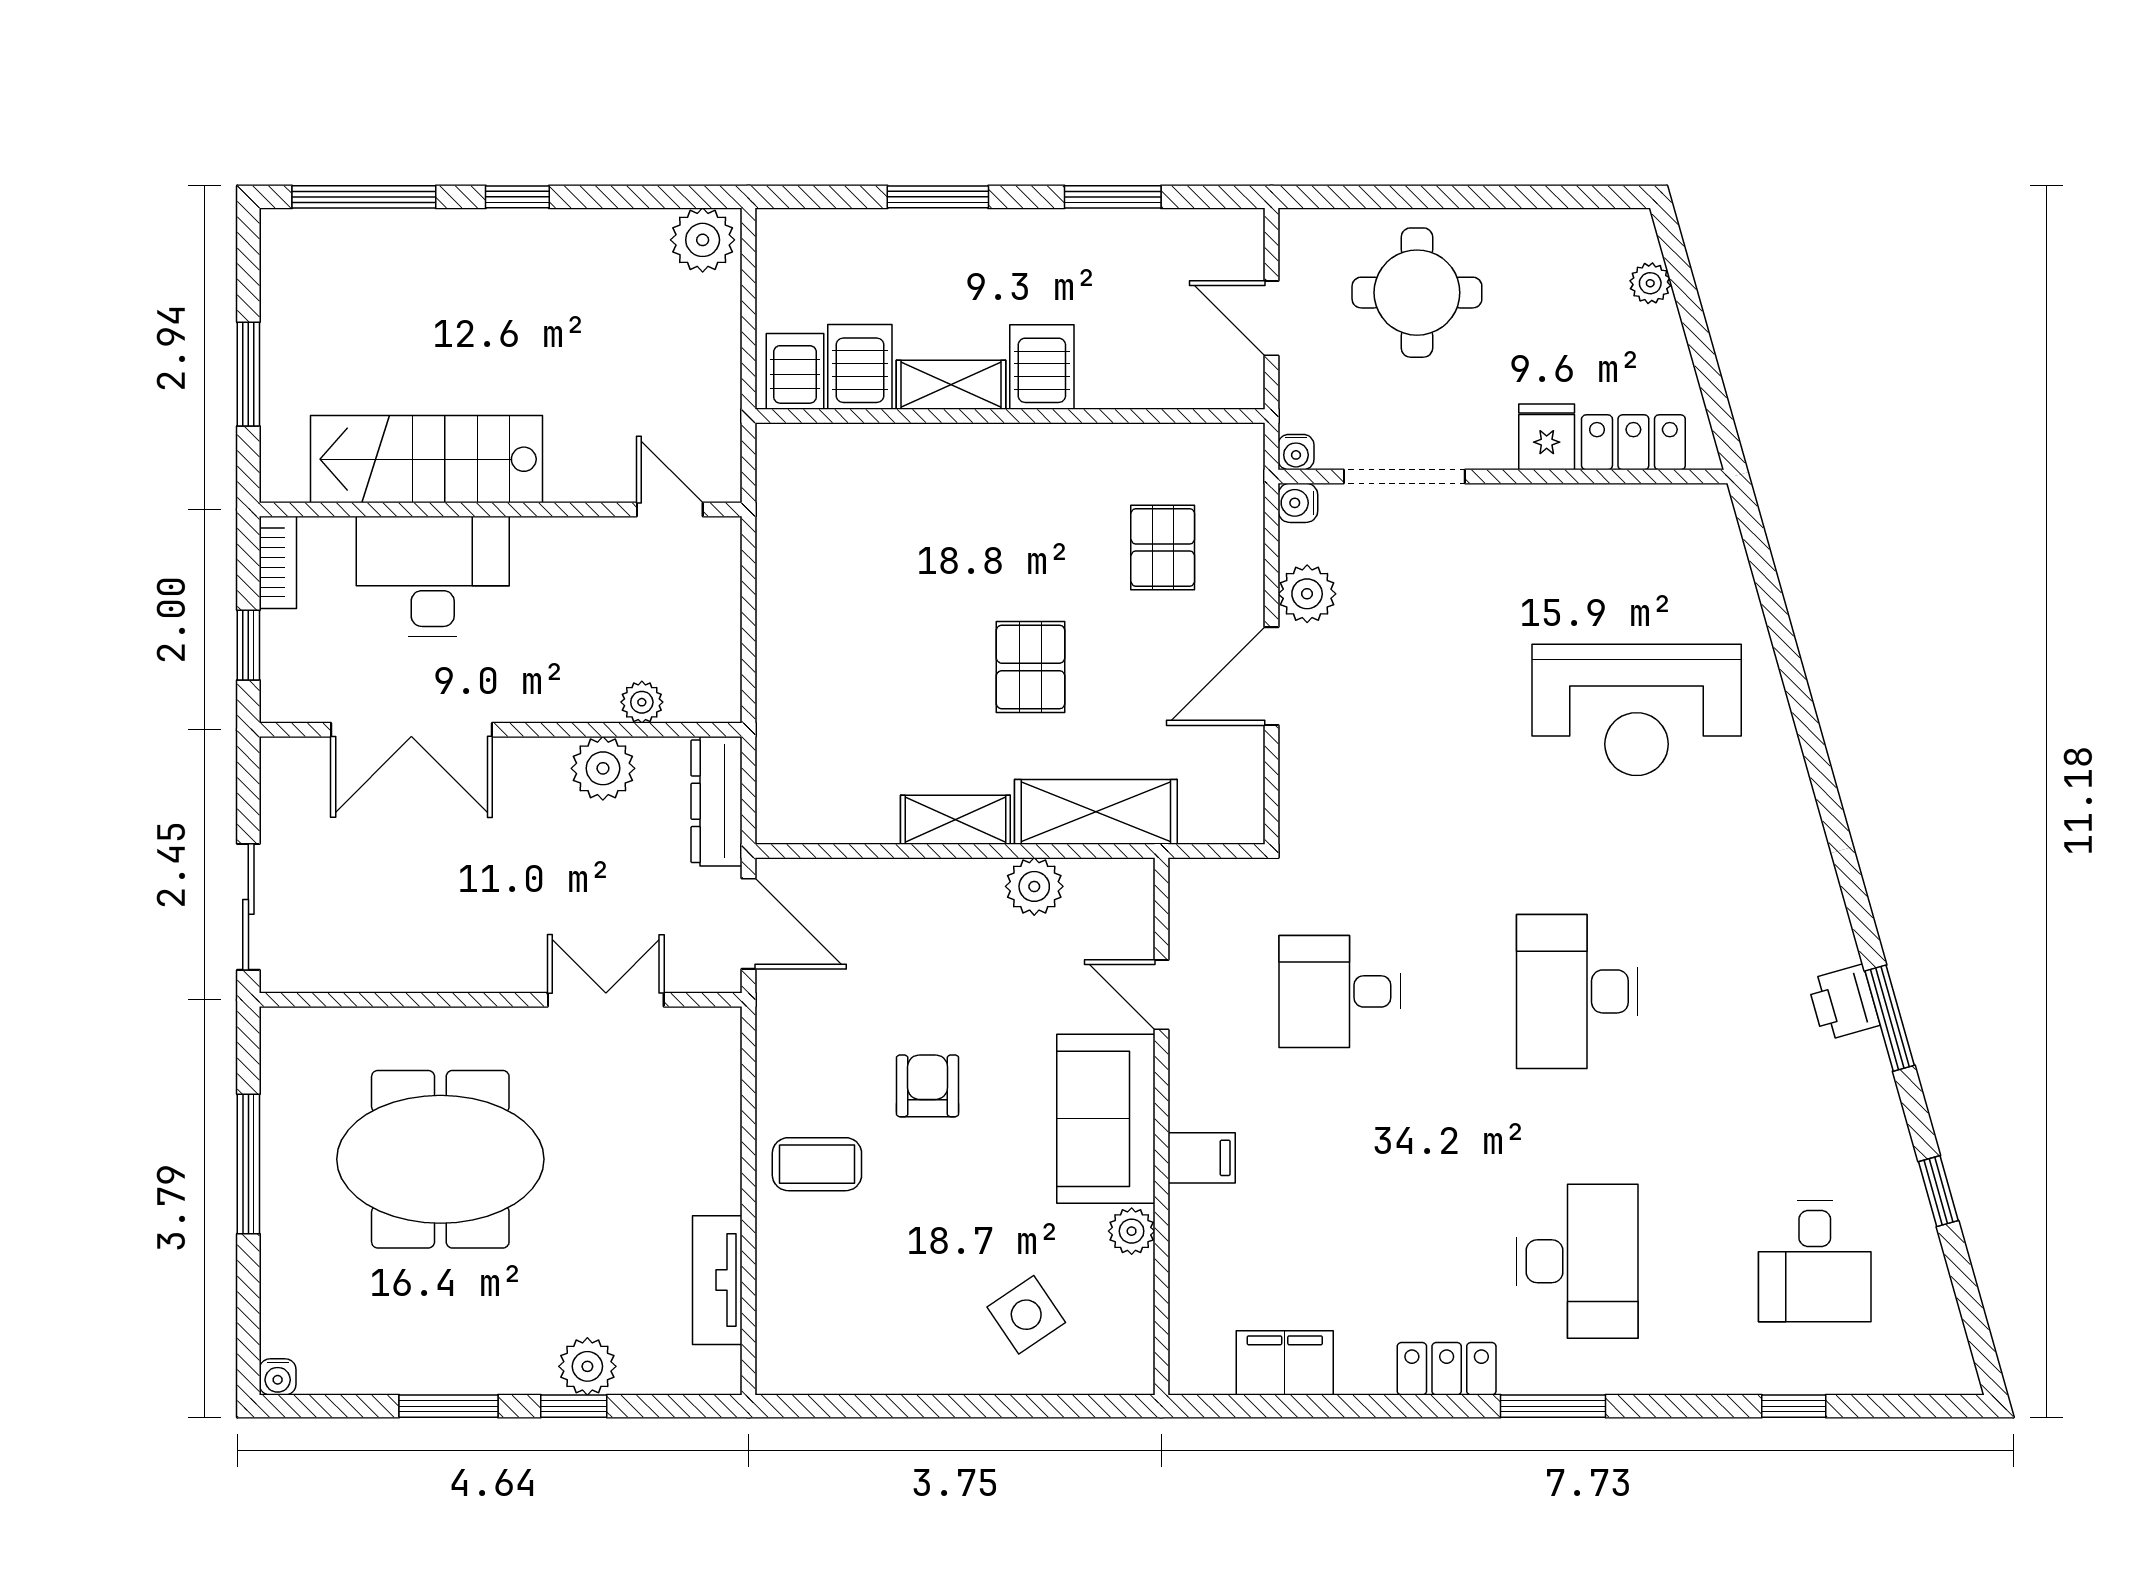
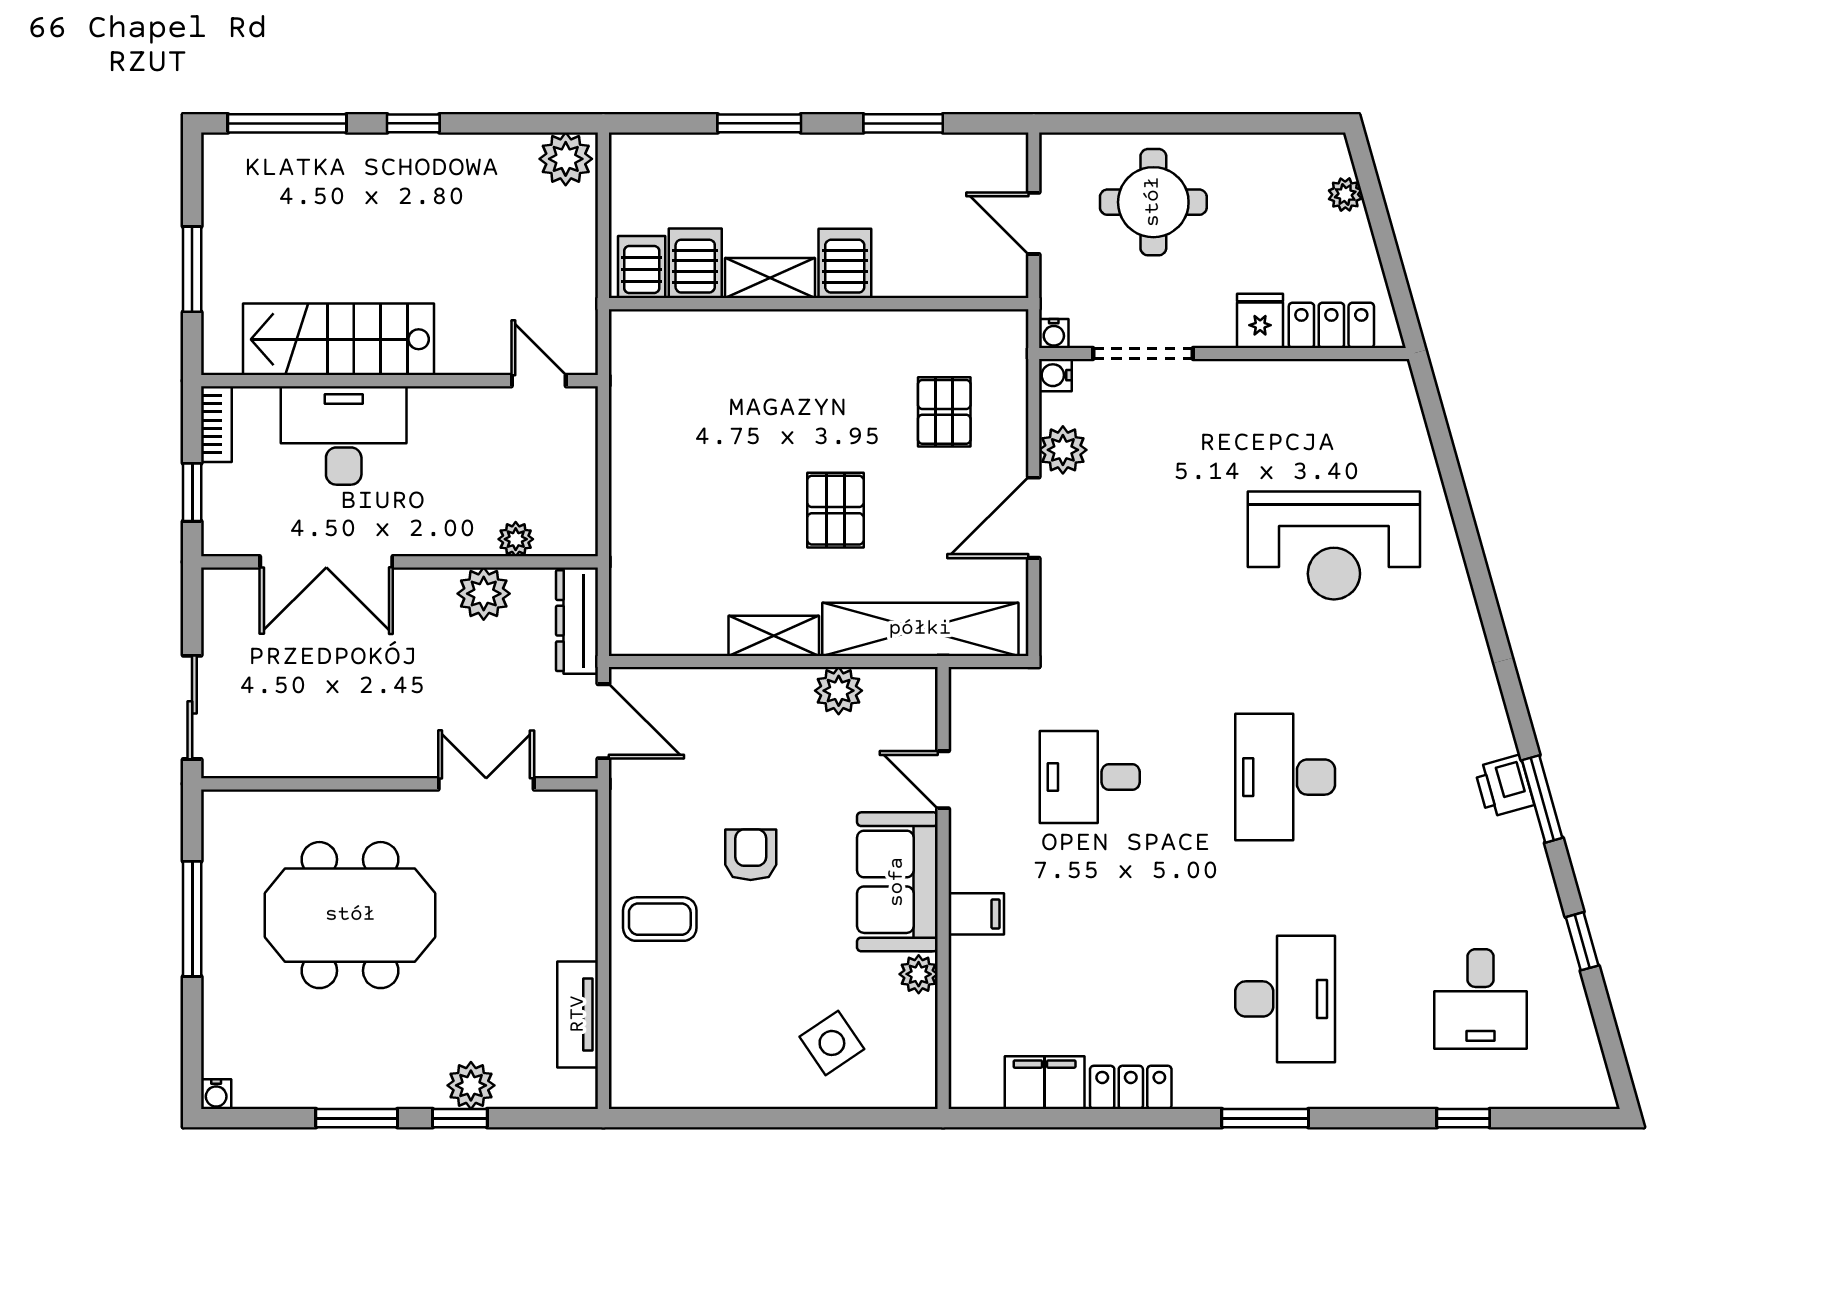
shelving: (1096, 812) -> (920, 629), width x1.47
locker: (1447, 1369) -> (1131, 1087), moved

